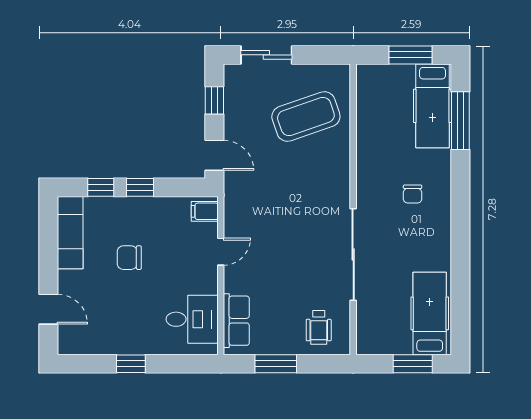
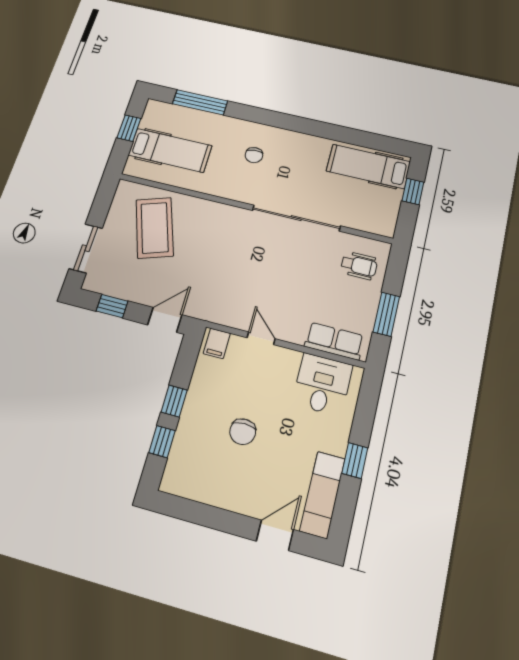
window: (411, 55) -> (129, 128), width x0.67
hospital bed: (432, 106) -> (170, 150), moved
chair: (413, 194) -> (254, 155), turned 86
exam couch: (70, 233) -> (322, 495), moved, turned -90
window: (413, 364) -> (413, 191), width x0.67

